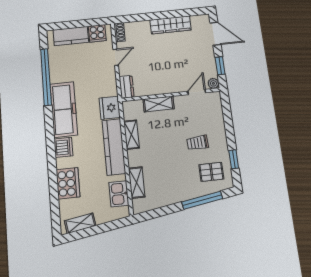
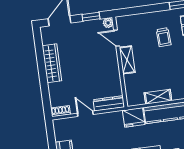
cooker: (97, 33) -> (62, 132), removed
dresser: (127, 87) -> (109, 103), width x1.44
shelving: (159, 104) -> (127, 60), moved

